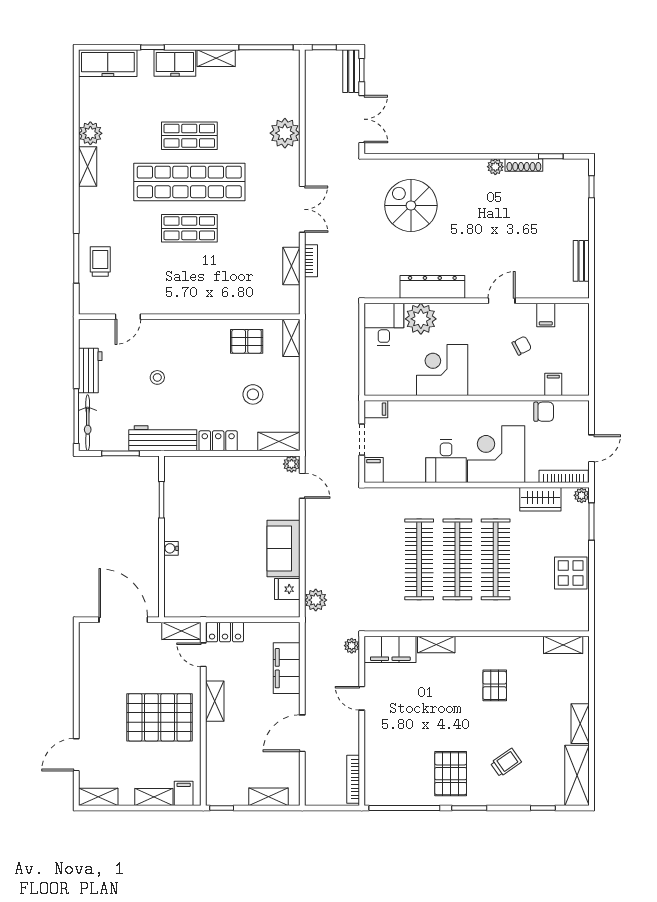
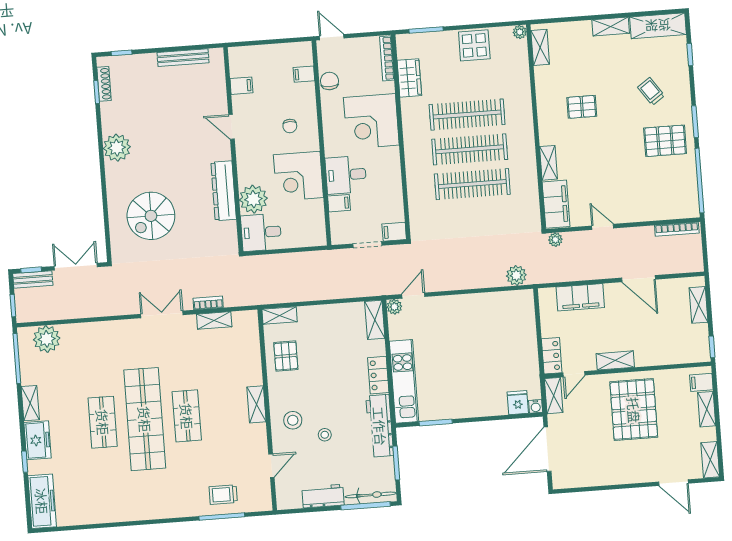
plant: (90, 133) -> (107, 512), removed
plant: (285, 133) -> (47, 339), moved
shoe rack: (524, 165) -> (104, 84), moved
shelving: (88, 166) -> (256, 404), moved, turned 90
plant: (495, 167) -> (117, 148), width x1.87, depth x1.87
bench: (581, 261) -> (183, 58), width x1.36
door: (128, 317) -> (271, 466), hinge flipped
chair: (522, 346) -> (290, 126), moved, turned -152
stool: (253, 394) -> (293, 420), moved
filing cabinet: (376, 409) -> (339, 203), moved, turned 90
door: (591, 448) -> (332, 37), moved
desk: (446, 461) -> (346, 175), moved, turned 180
kitchen unit: (209, 468) -> (404, 381), added
plant: (582, 495) -> (520, 32), moved
water cooler: (171, 548) -> (536, 406), moved
sofa: (283, 549) -> (472, 308), removed
fridge: (287, 589) -> (518, 403), moved, turned 180
door: (362, 698) -> (603, 227), swing flipped

